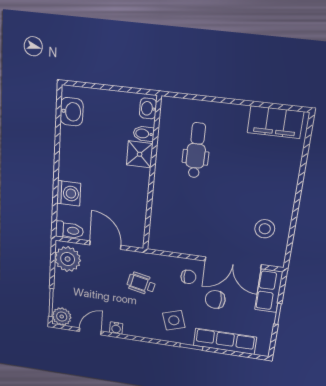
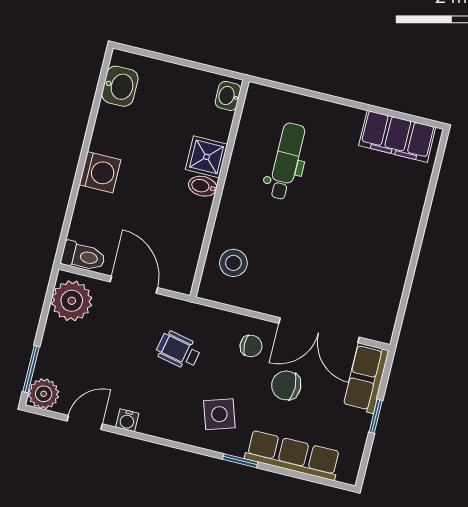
bidet: (144, 134) -> (203, 186), moved
washing machine: (69, 193) -> (100, 172), moved
stool: (265, 229) -> (233, 263), moved

